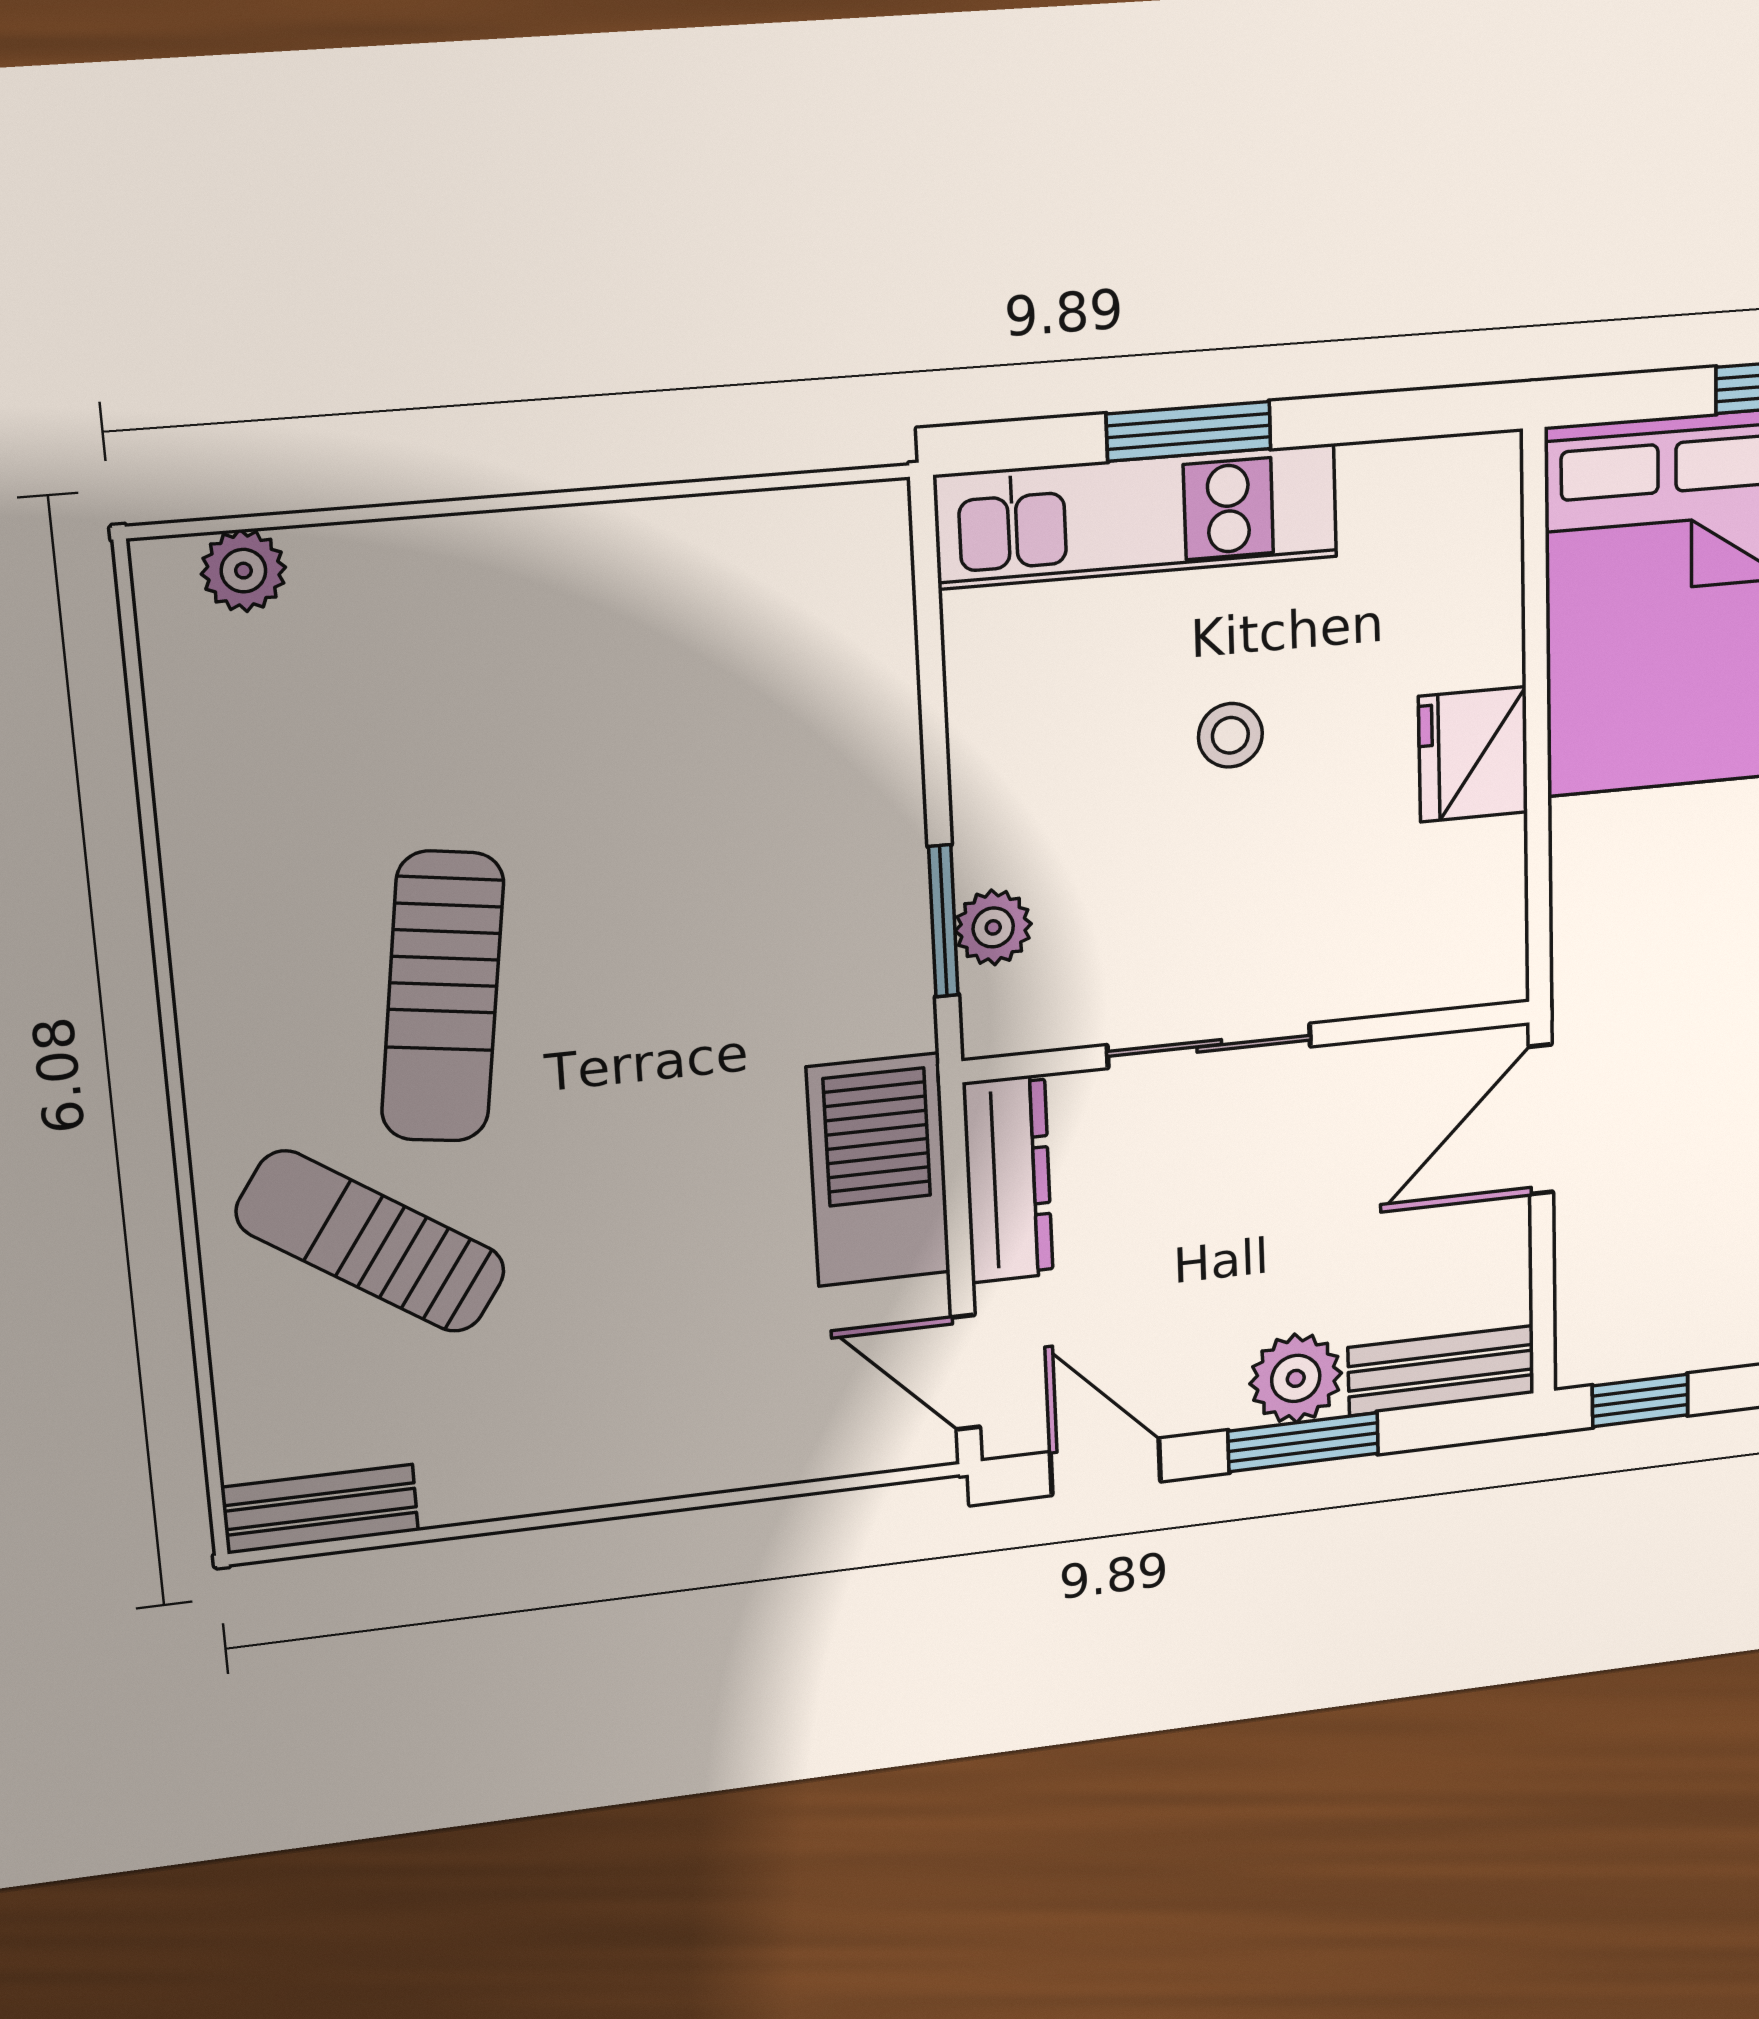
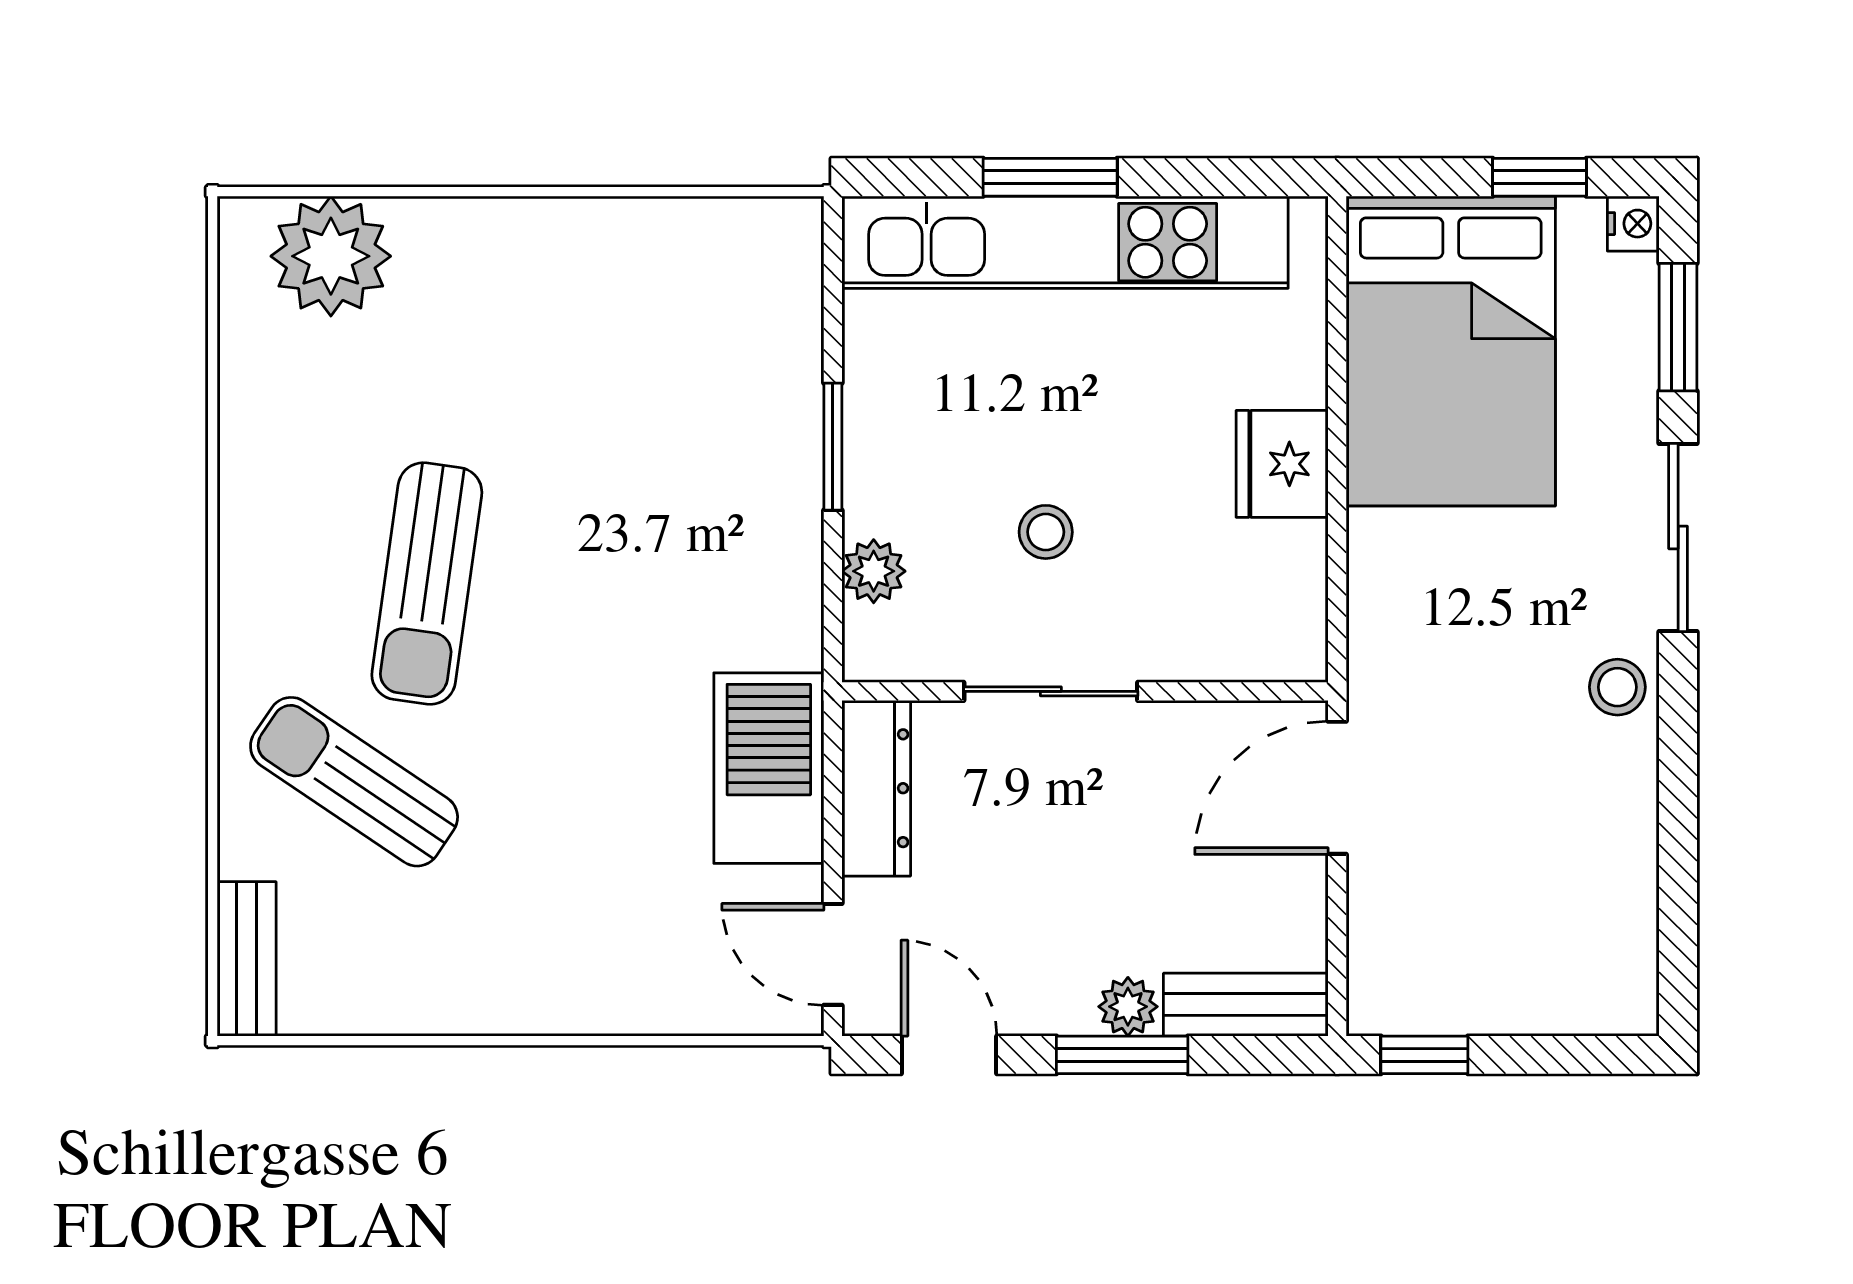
kitchen unit: (1137, 516) -> (1065, 242), width x1.36
plant: (243, 571) -> (331, 256), width x1.88, depth x1.88
stool: (1230, 735) -> (1046, 532), moved
window: (943, 921) -> (833, 447), moved
plant: (1296, 1378) -> (1128, 1007), width x0.73, depth x0.73
bench: (320, 1509) -> (247, 959), moved, turned 90

